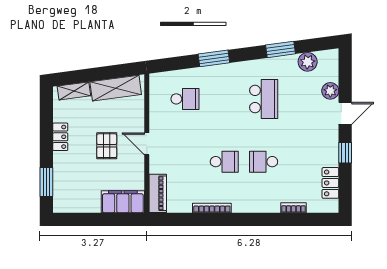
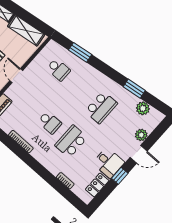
window: (214, 58) -> (80, 52), moved
desk: (322, 150) -> (108, 163), added
school desk: (264, 162) -> (71, 141), width x1.85

